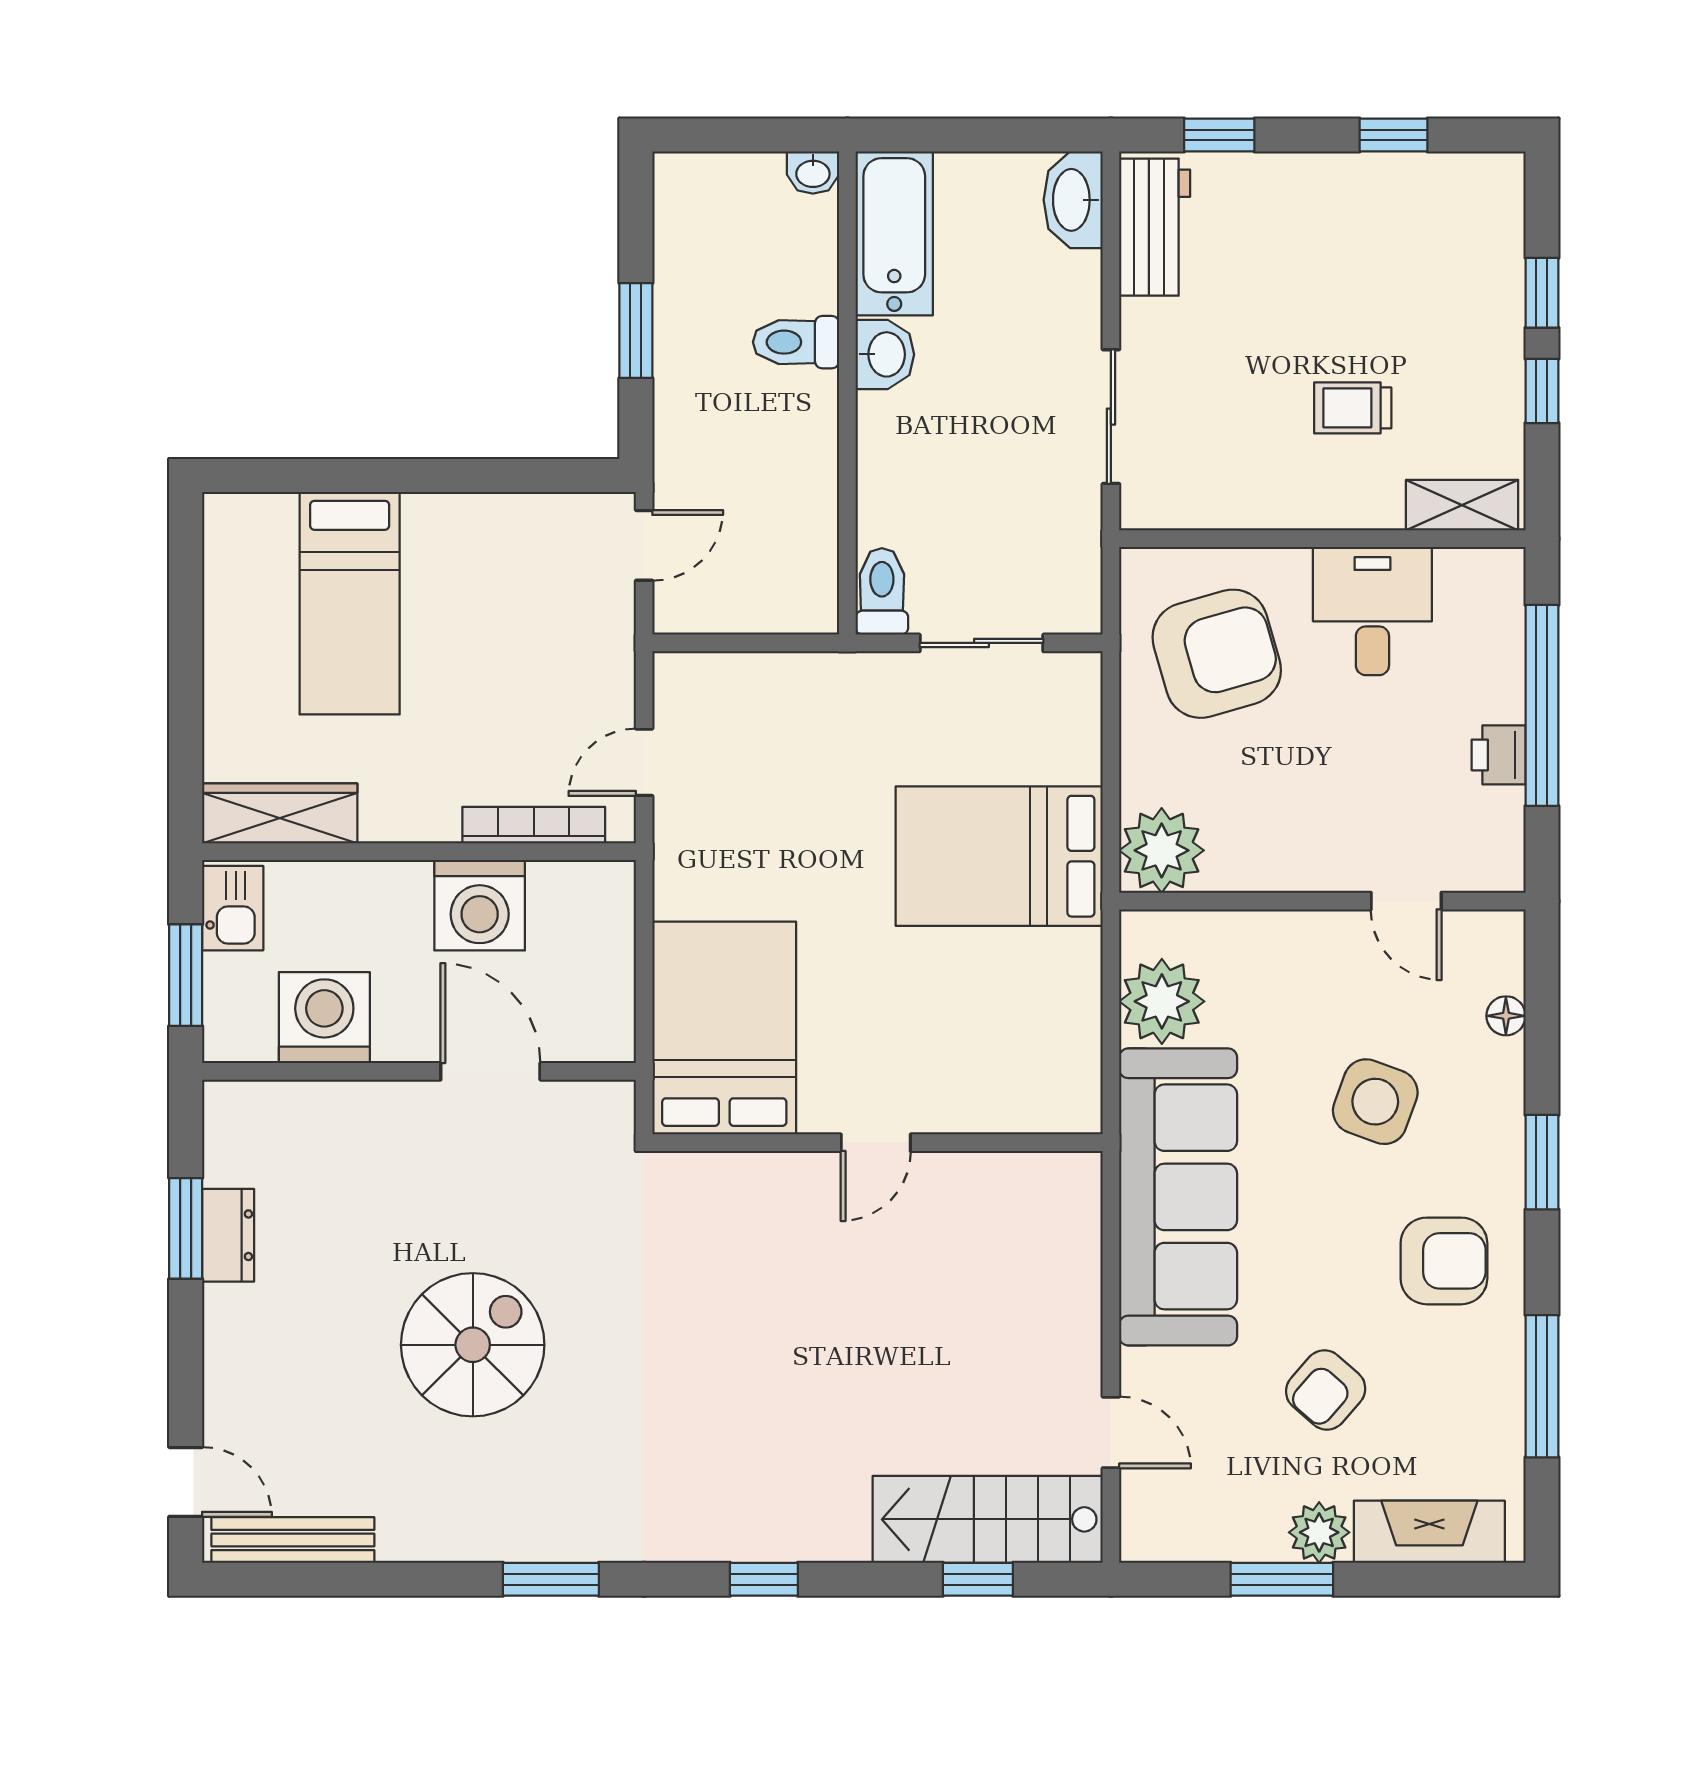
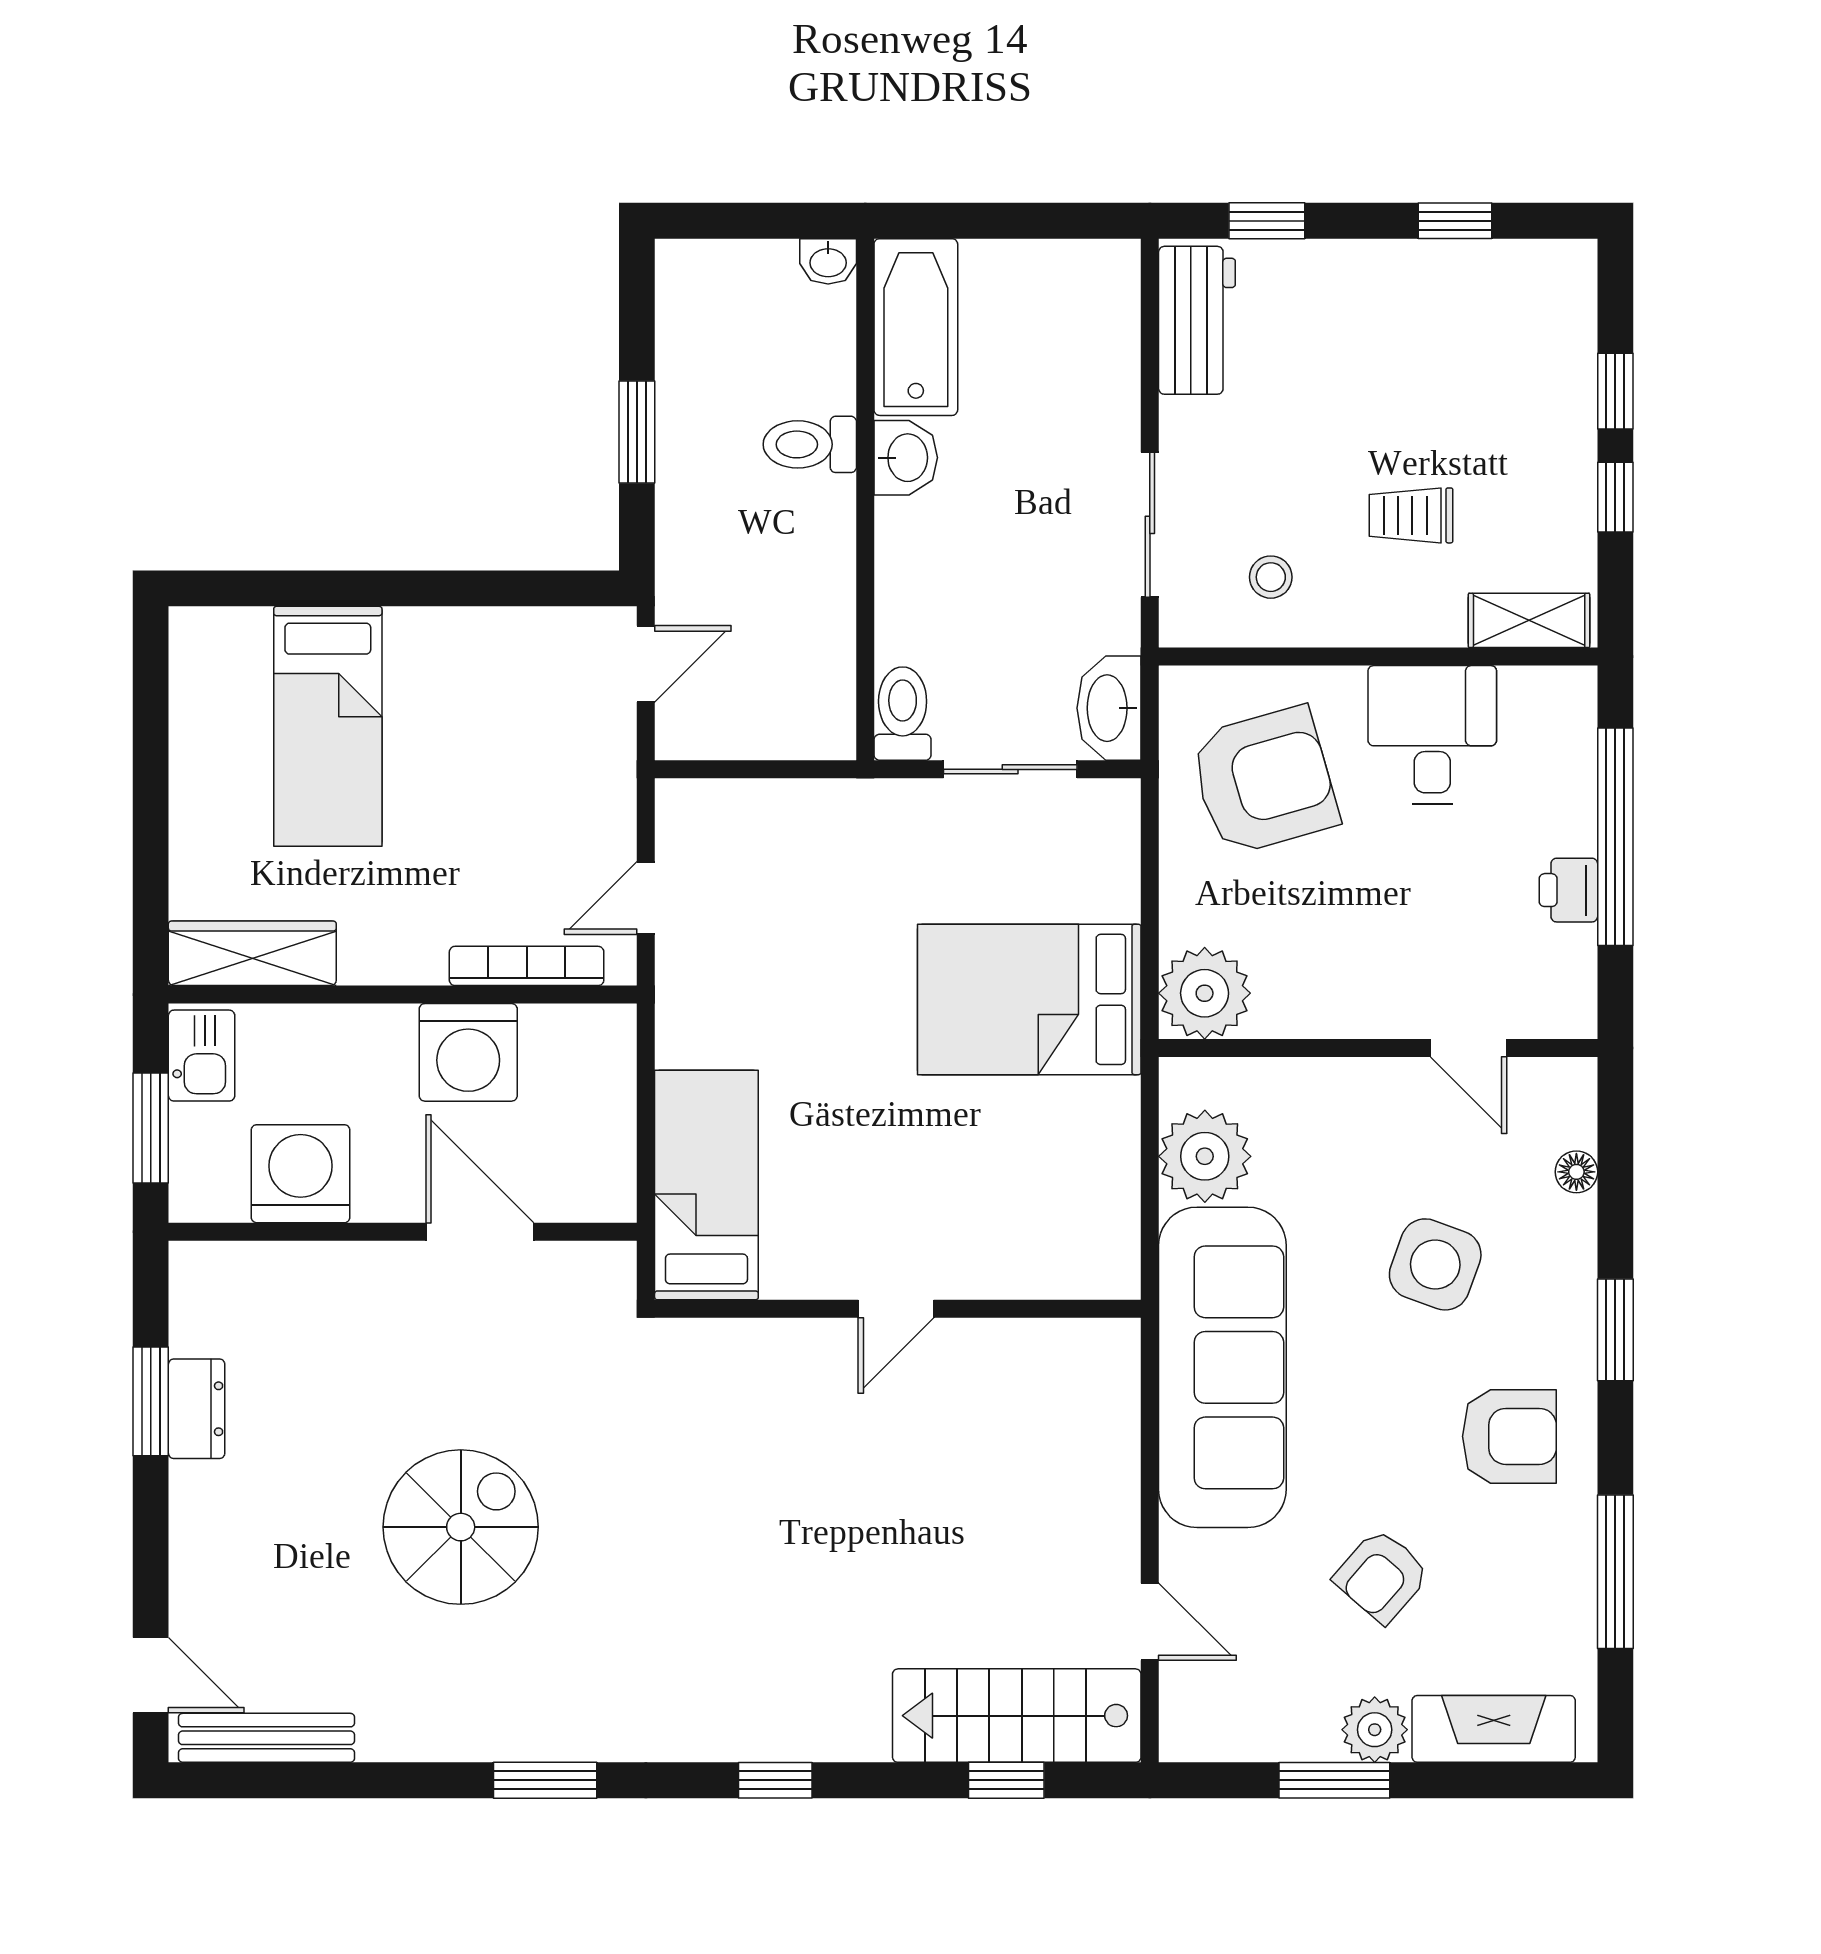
washbasin: (1073, 200) -> (1109, 708), moved
stool: (1223, 465) -> (1271, 577), added
bed: (724, 1028) -> (706, 1185), width x0.67

